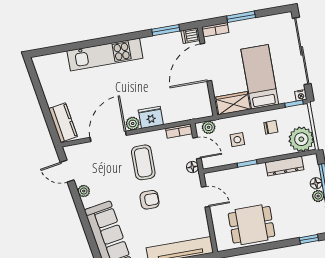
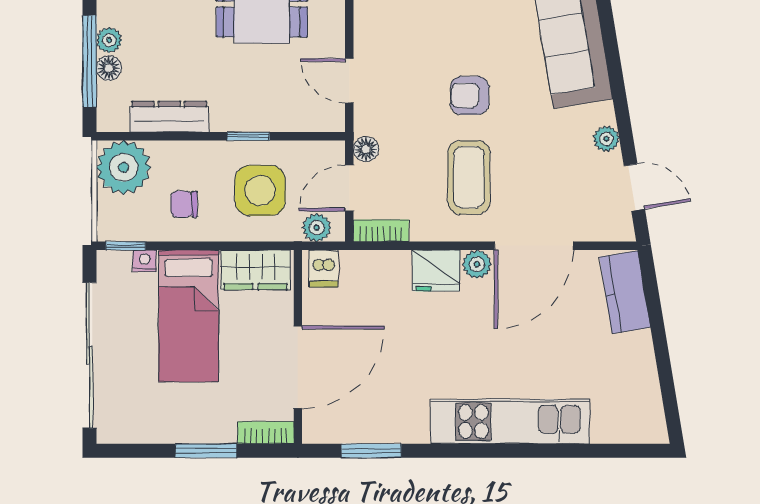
dishwasher: (191, 36) -> (324, 268), moved, turned 90
nightstand: (301, 95) -> (145, 261), moved
side table: (237, 140) -> (260, 191), width x1.87, depth x1.87
door: (197, 148) -> (349, 188), hinge flipped

